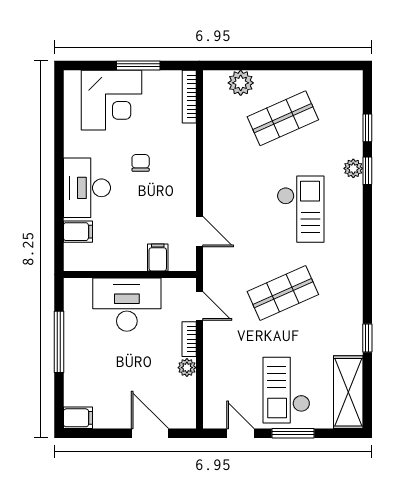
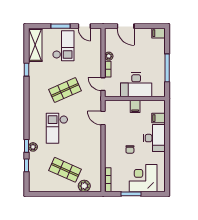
shop shelf: (283, 118) -> (65, 170), turned 48
filing cabinet: (158, 257) -> (135, 106), moved

